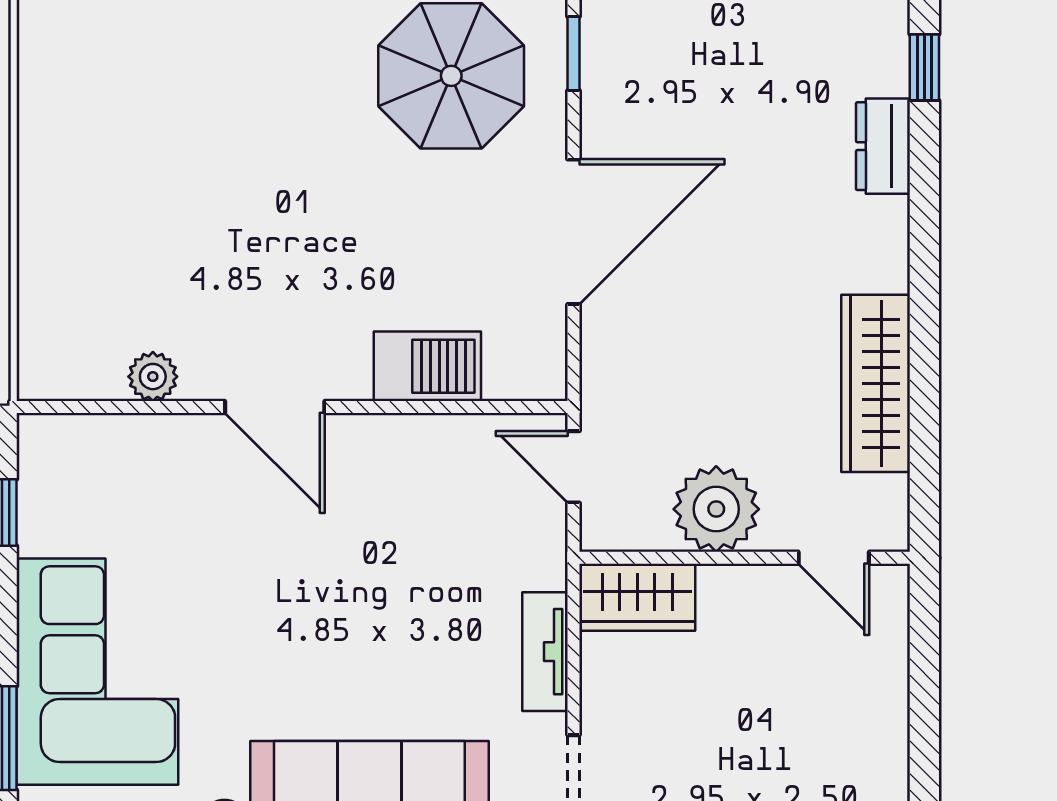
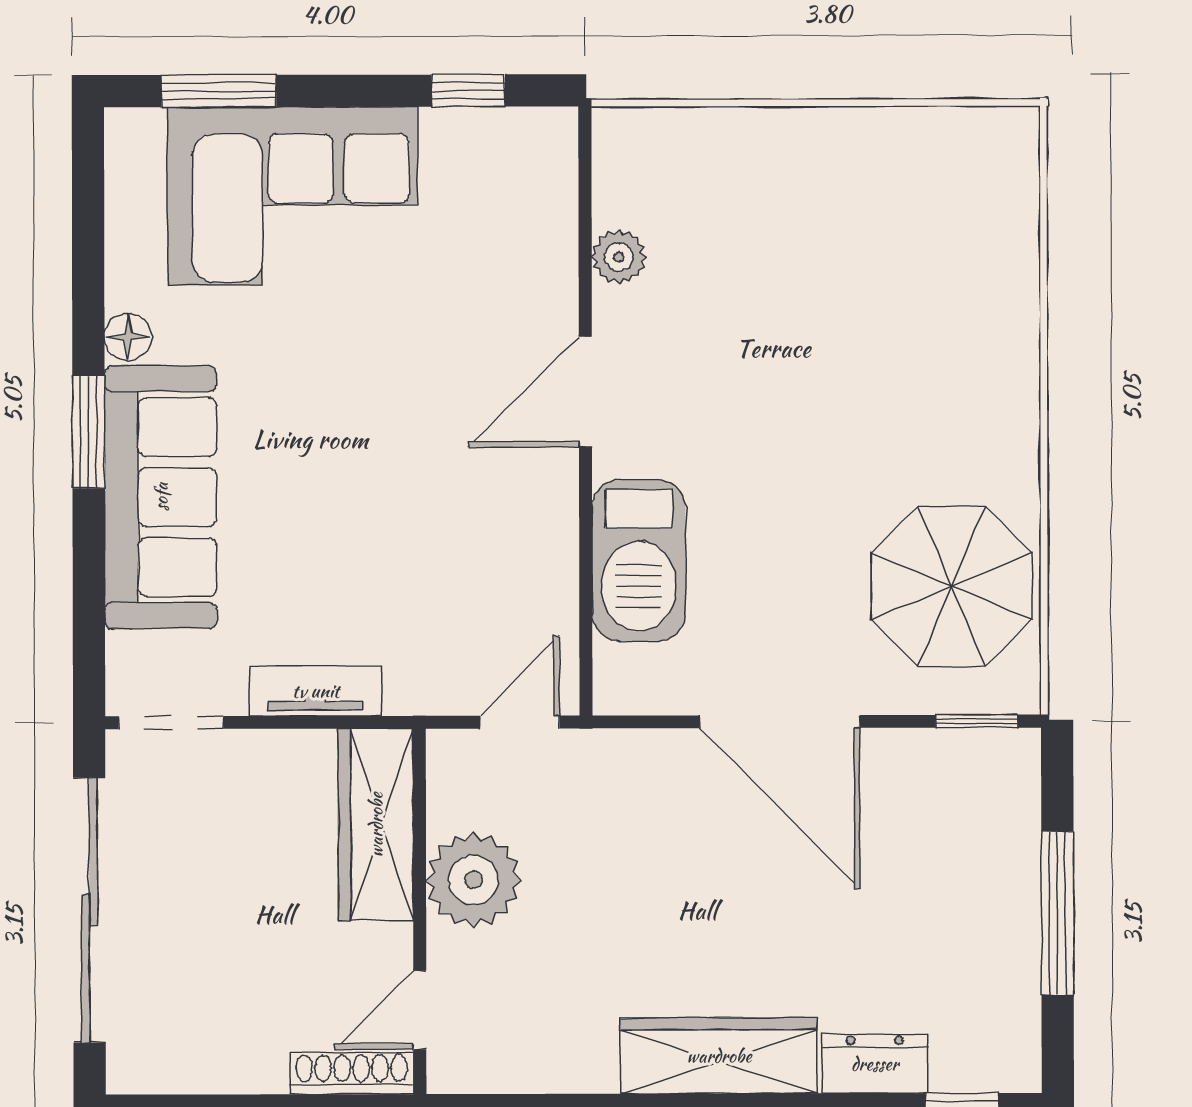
barbecue: (427, 366) -> (639, 560), width x1.37, depth x1.21
wardrobe: (876, 383) -> (719, 1056), moved
wardrobe: (637, 597) -> (376, 825), width x1.50
shoe rack: (891, 620) -> (352, 1073), added

